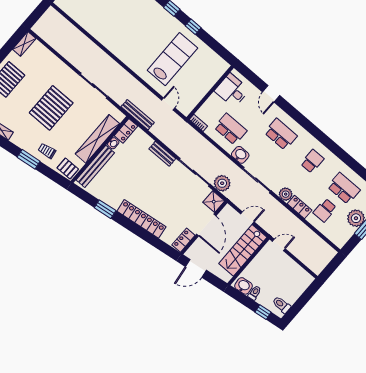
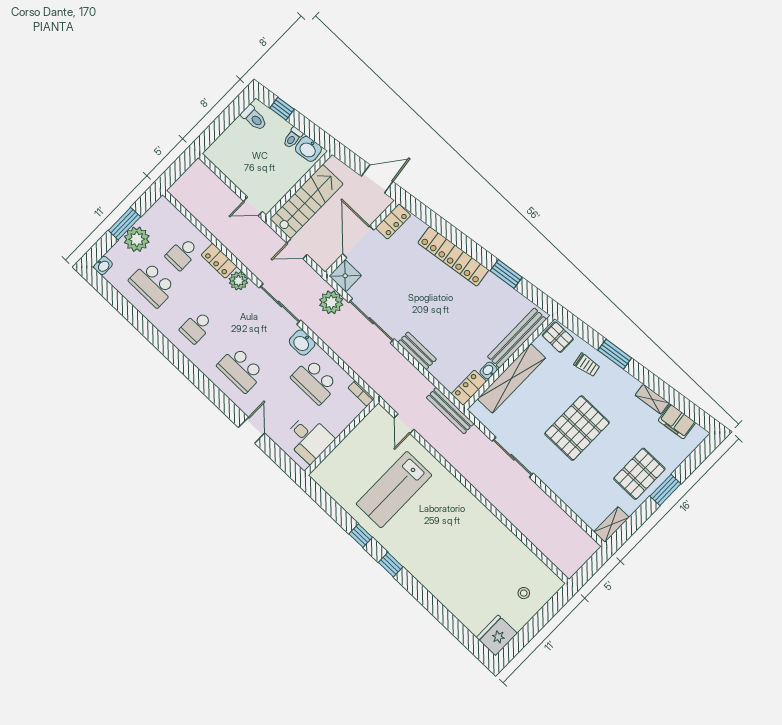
school desk: (325, 210) -> (182, 254), turned 180

